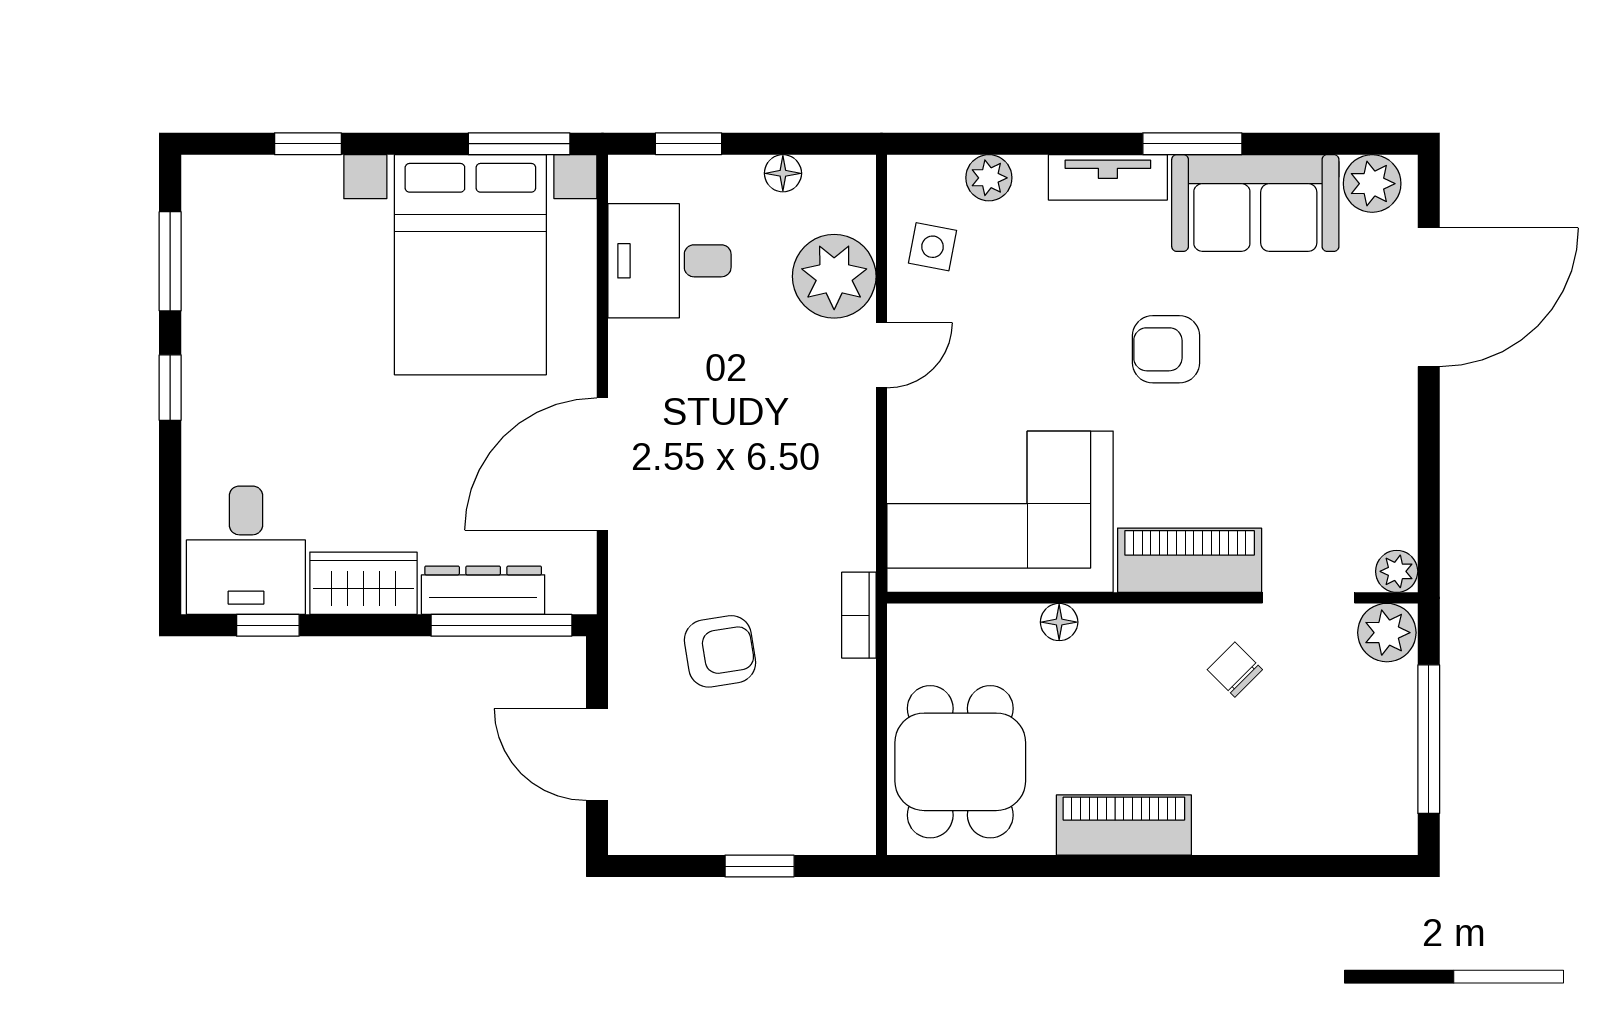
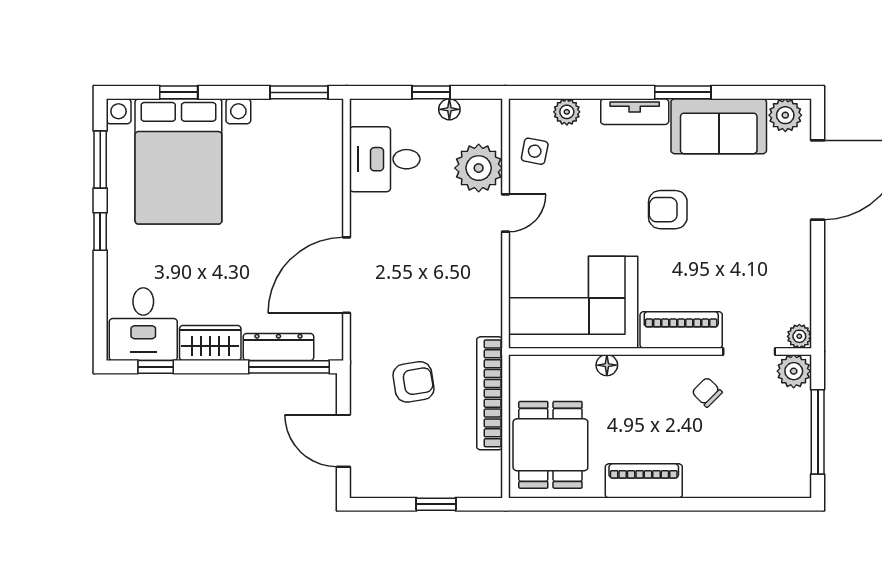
window: (688, 144) -> (431, 92), moved
bed with nightstands: (470, 265) -> (178, 161), moved
bookcase: (859, 615) -> (490, 393), width x2.31, depth x1.31

